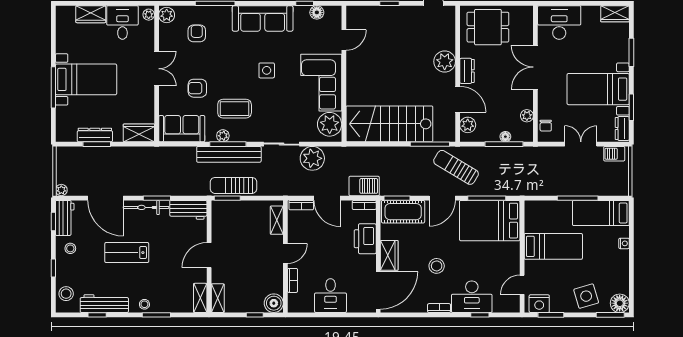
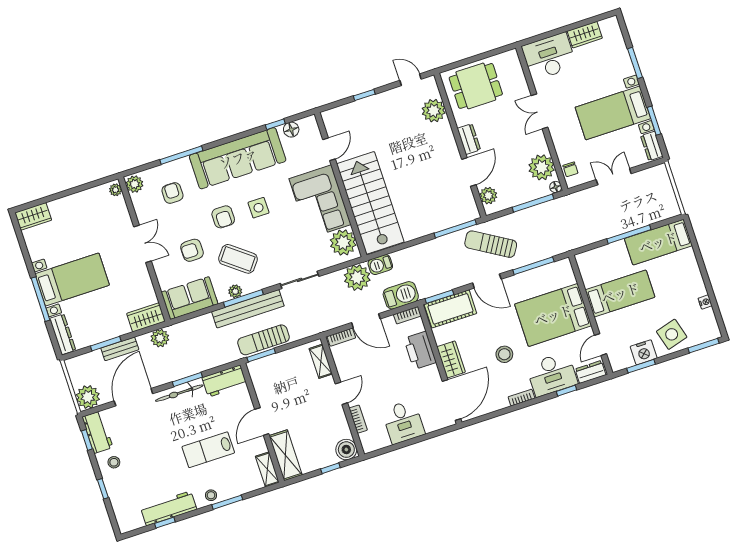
wardrobe: (91, 14) -> (33, 216), moved
wardrobe: (615, 14) -> (585, 35), moved
sofa: (263, 18) -> (238, 158), width x1.36, depth x1.27
desk: (122, 22) -> (91, 207), removed
plant: (445, 61) -> (434, 111), moved
double door: (535, 67) -> (539, 111), width x0.73
armchair: (234, 68) -> (223, 217), added
door: (458, 99) -> (469, 172), hinge flipped
coffee table: (235, 109) -> (238, 259), turned 38
plant: (527, 116) -> (542, 167), width x1.87, depth x1.87
stairs: (389, 124) -> (370, 203), moved, turned 90
dresser: (95, 135) -> (63, 334), moved, turned 90
floor lamp: (505, 137) -> (556, 187), moved
bench: (107, 153) -> (120, 349), added
barbecue: (614, 154) -> (380, 265), moved
plant: (145, 155) -> (160, 338), added
plant: (312, 158) -> (357, 278), moved
plant: (61, 190) -> (88, 397), width x1.88, depth x1.88
door: (106, 198) -> (133, 397), swing flipped
door: (442, 198) -> (487, 281), hinge flipped
bed: (490, 221) -> (553, 315), moved
nightstand: (624, 243) -> (705, 302), moved
lab bench: (127, 253) -> (208, 450), moved
stool: (66, 294) -> (125, 511), removed
shelving: (218, 298) -> (286, 455), width x1.50, depth x1.33
floor lamp: (620, 303) -> (709, 330), removed
nightstand: (539, 304) -> (644, 352), moved
dresser: (506, 306) -> (591, 372), added

